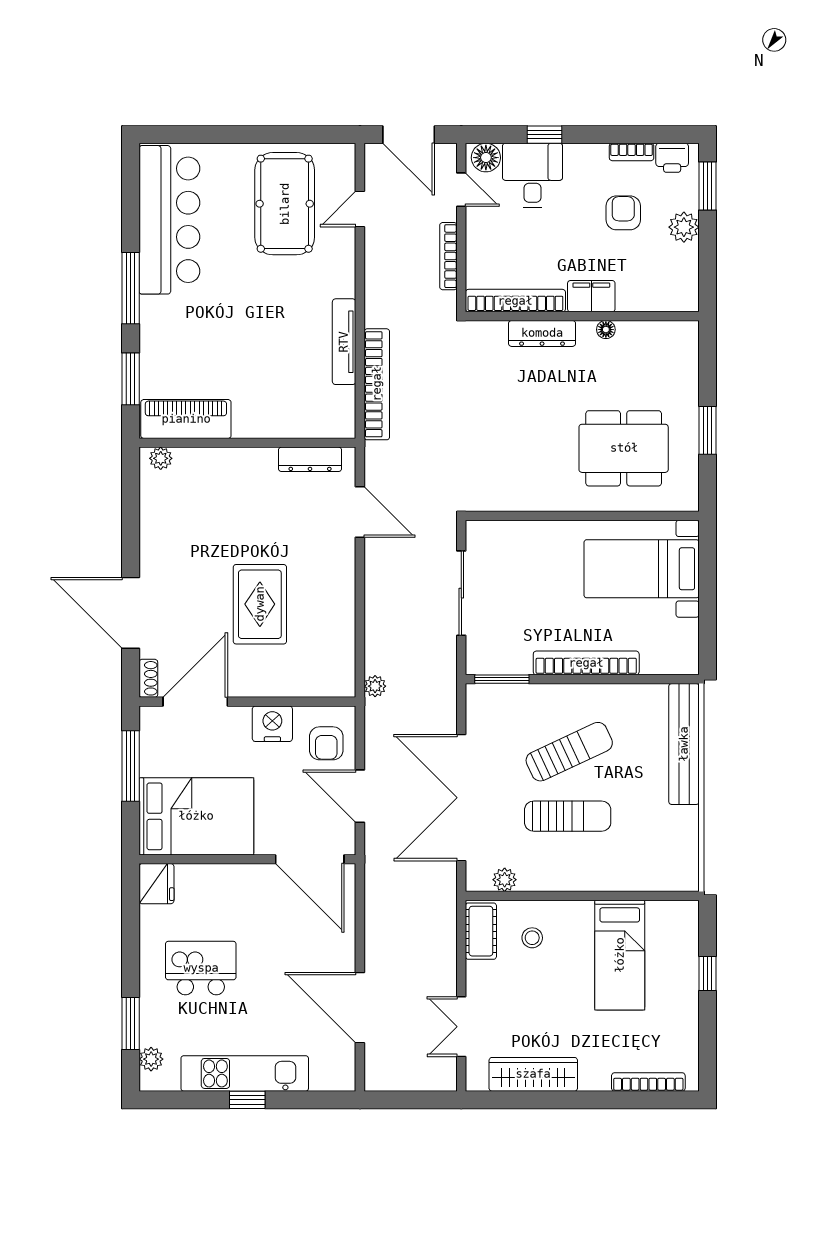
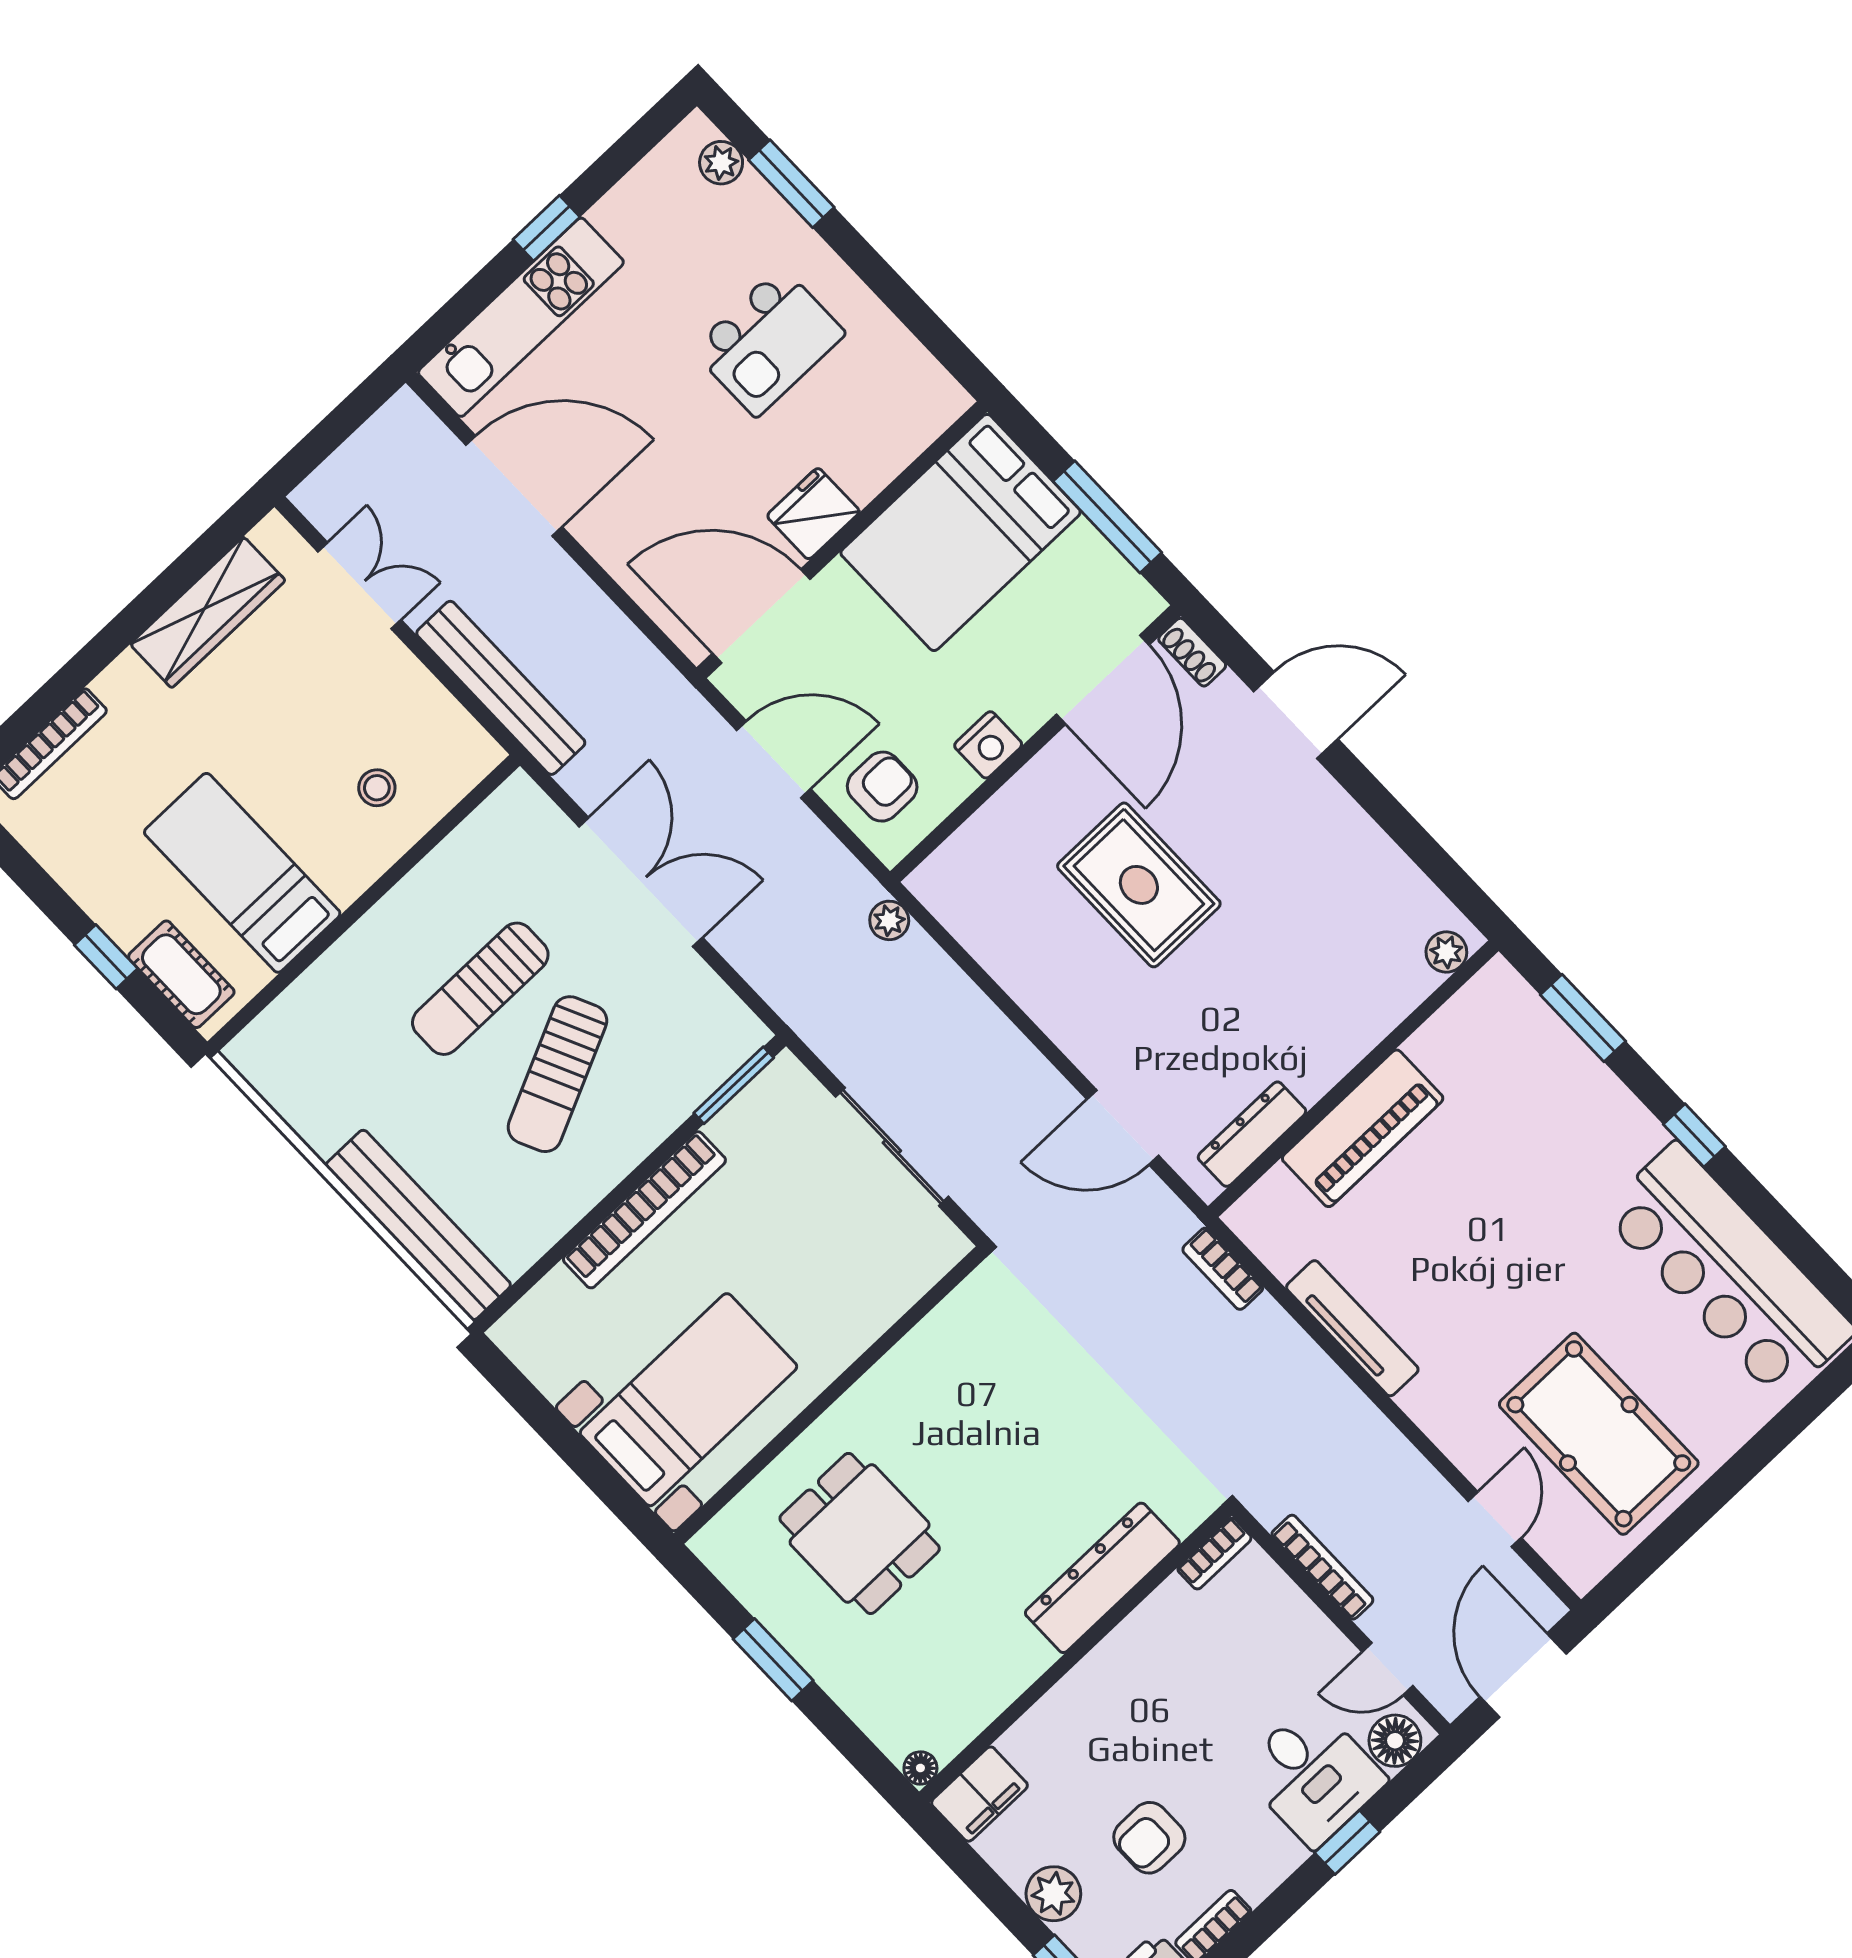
door: (409, 135) -> (1523, 1675), hinge flipped
armchair: (623, 213) -> (1149, 1838), turned 90
window: (131, 288) -> (1694, 1135), width x0.46
filing cabinet: (591, 296) -> (979, 1794), moved
bookcase: (515, 301) -> (1214, 1554), width x0.43, depth x0.76
floor lamp: (606, 330) -> (920, 1768), moved
dresser: (542, 333) -> (1102, 1578), width x1.37, depth x1.24
bookcase: (377, 384) -> (1223, 1269), width x0.43, depth x0.76
piano: (186, 419) -> (1363, 1128), moved
dining table: (624, 448) -> (860, 1533), width x0.73
door: (131, 613) -> (1296, 715), width x0.73
nightstand: (272, 724) -> (988, 745), width x0.74, depth x0.75
armchair: (326, 743) -> (882, 787), turned 90
double door: (461, 798) -> (641, 882), width x0.73
plant: (505, 880) -> (484, 829), removed
fridge: (156, 884) -> (813, 514), moved, turned 90
bench: (443, 931) -> (501, 688), added
cot: (481, 931) -> (181, 974), moved
kitchen unit: (245, 1073) -> (521, 317), moved

